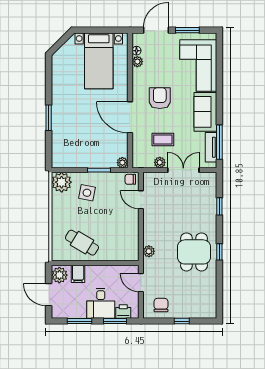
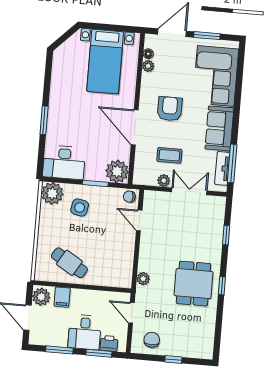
desk: (70, 154) -> (64, 162), added
plant: (122, 163) -> (117, 171), width x1.87, depth x1.87

